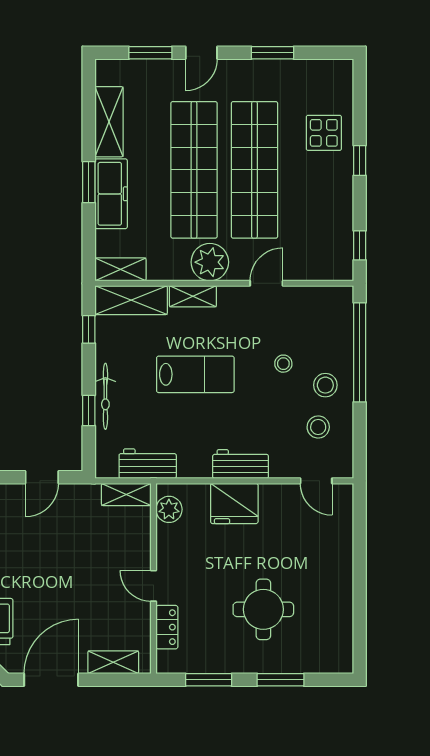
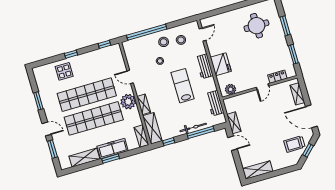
lab bench: (195, 374) -> (183, 86), moved
window: (89, 411) -> (201, 132), width x2.17
shelving: (126, 495) -> (234, 123), moved
round table: (263, 609) -> (256, 26), moved

